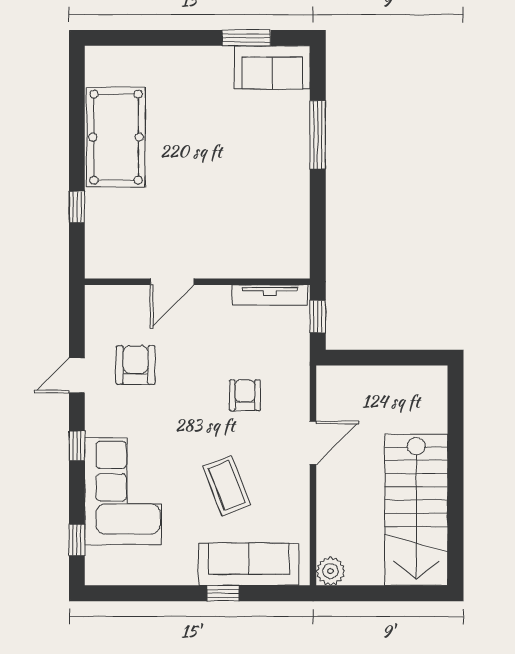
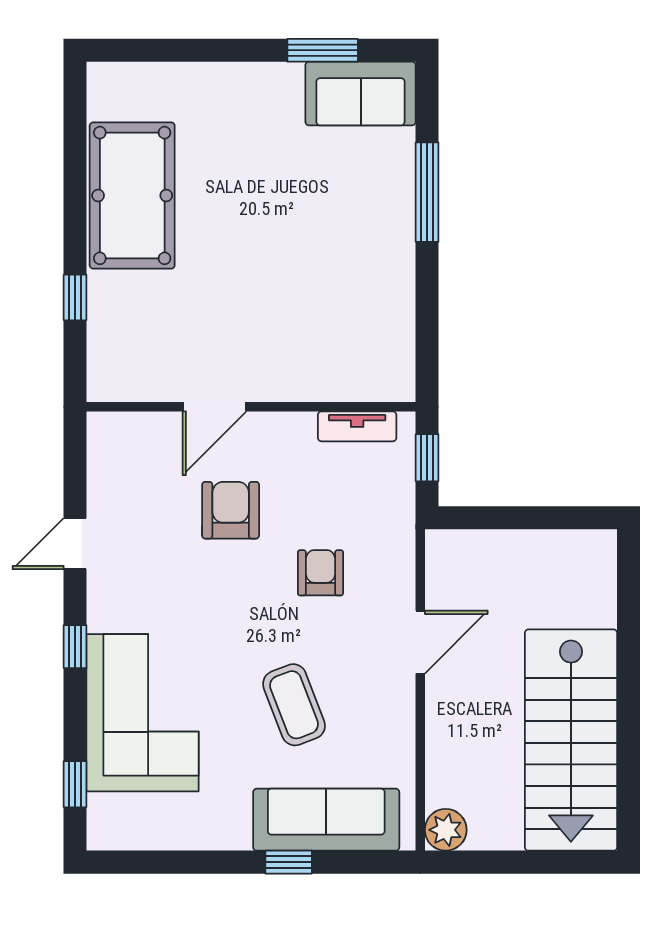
tv unit: (270, 295) -> (357, 426), width x0.71
armchair: (136, 365) -> (231, 510), moved

